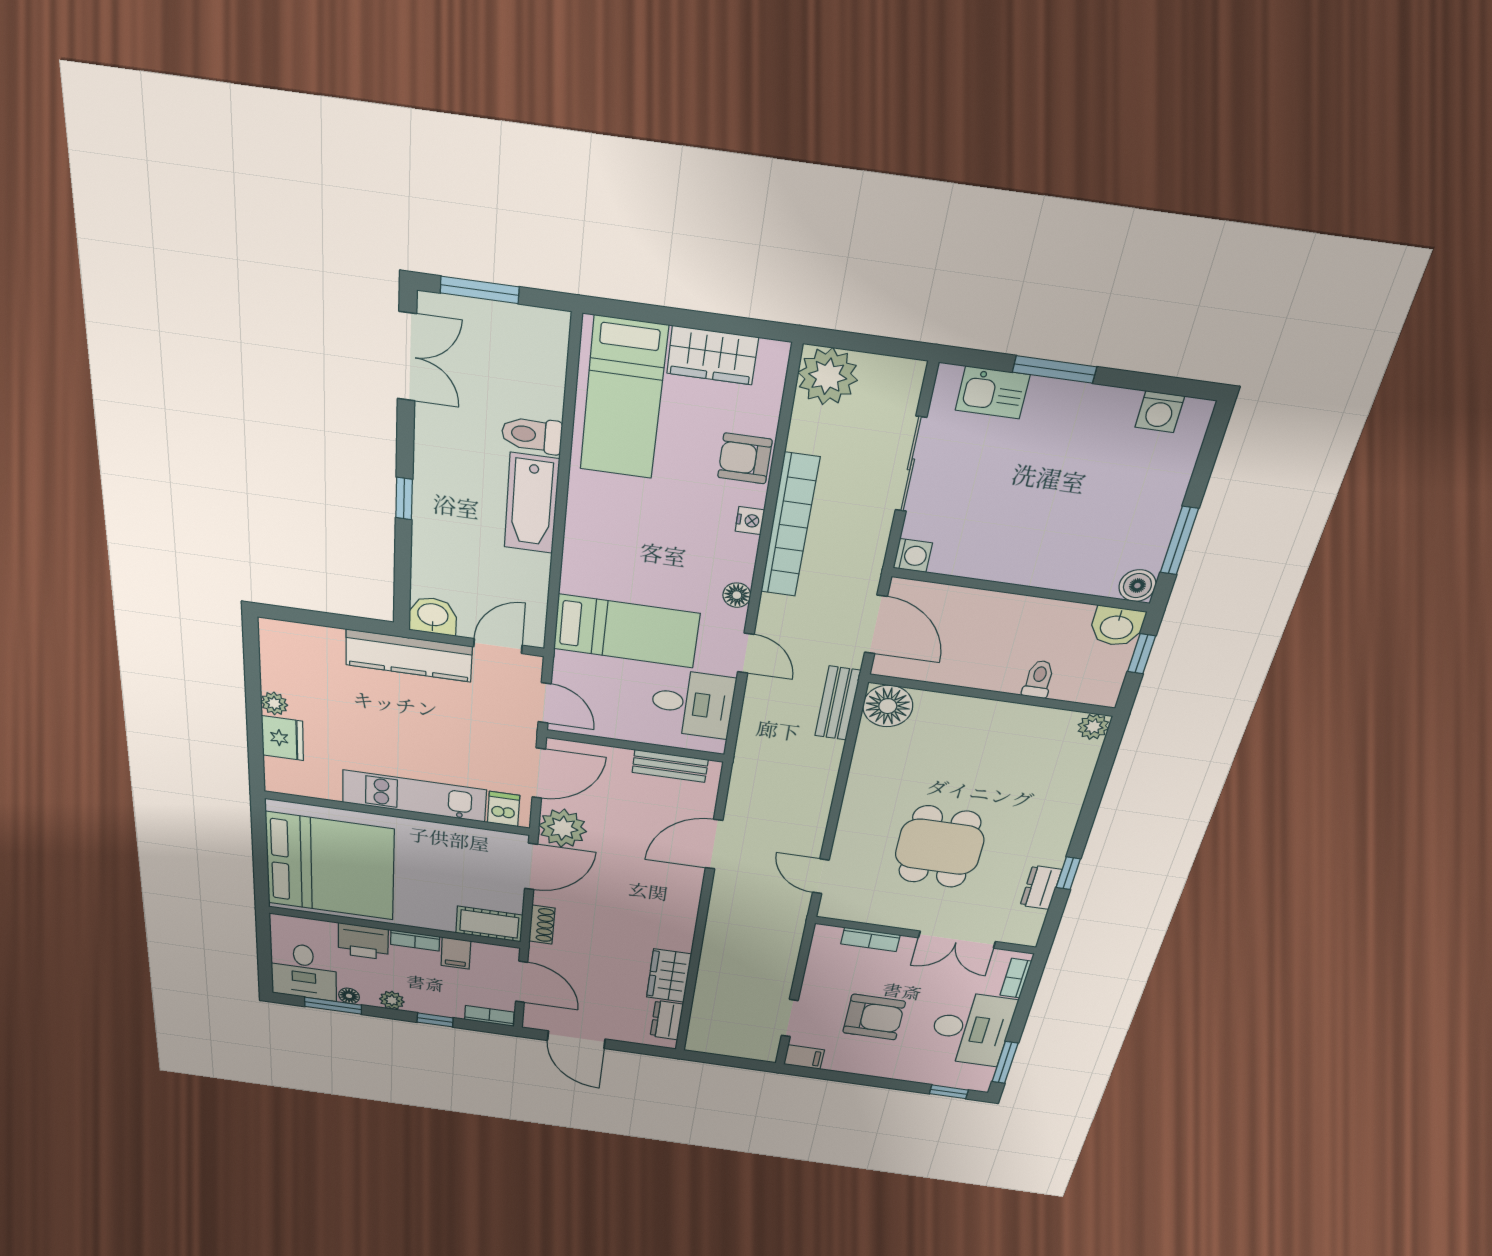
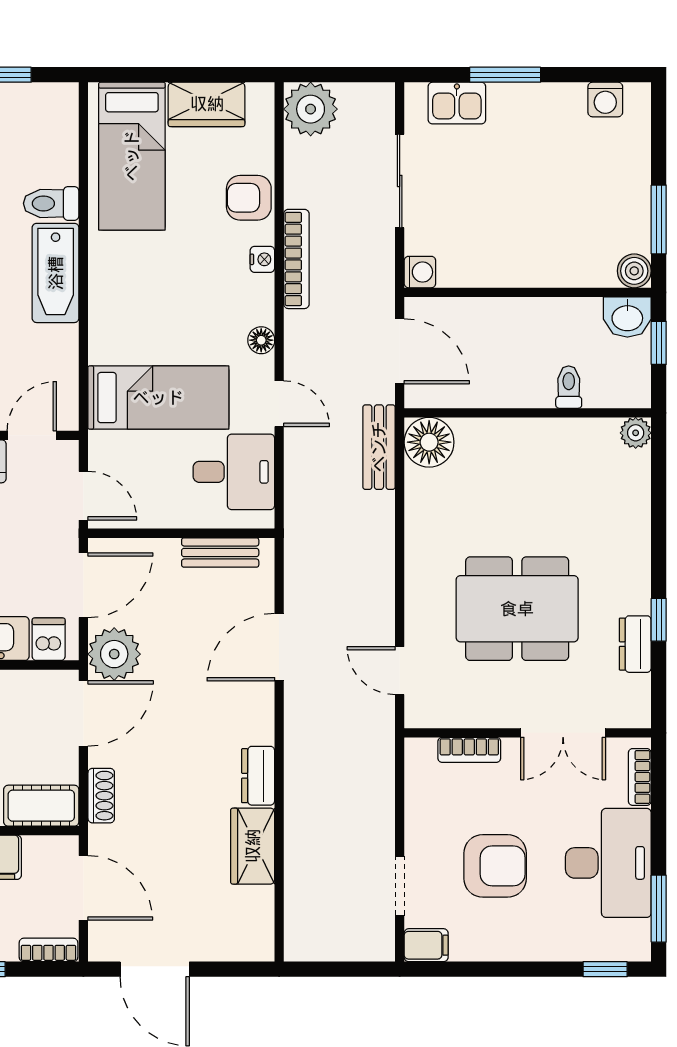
bookcase: (790, 526) -> (296, 259), width x0.68, depth x0.76
dining table: (939, 847) -> (517, 609), width x1.38
dresser: (667, 1020) -> (258, 776), moved

